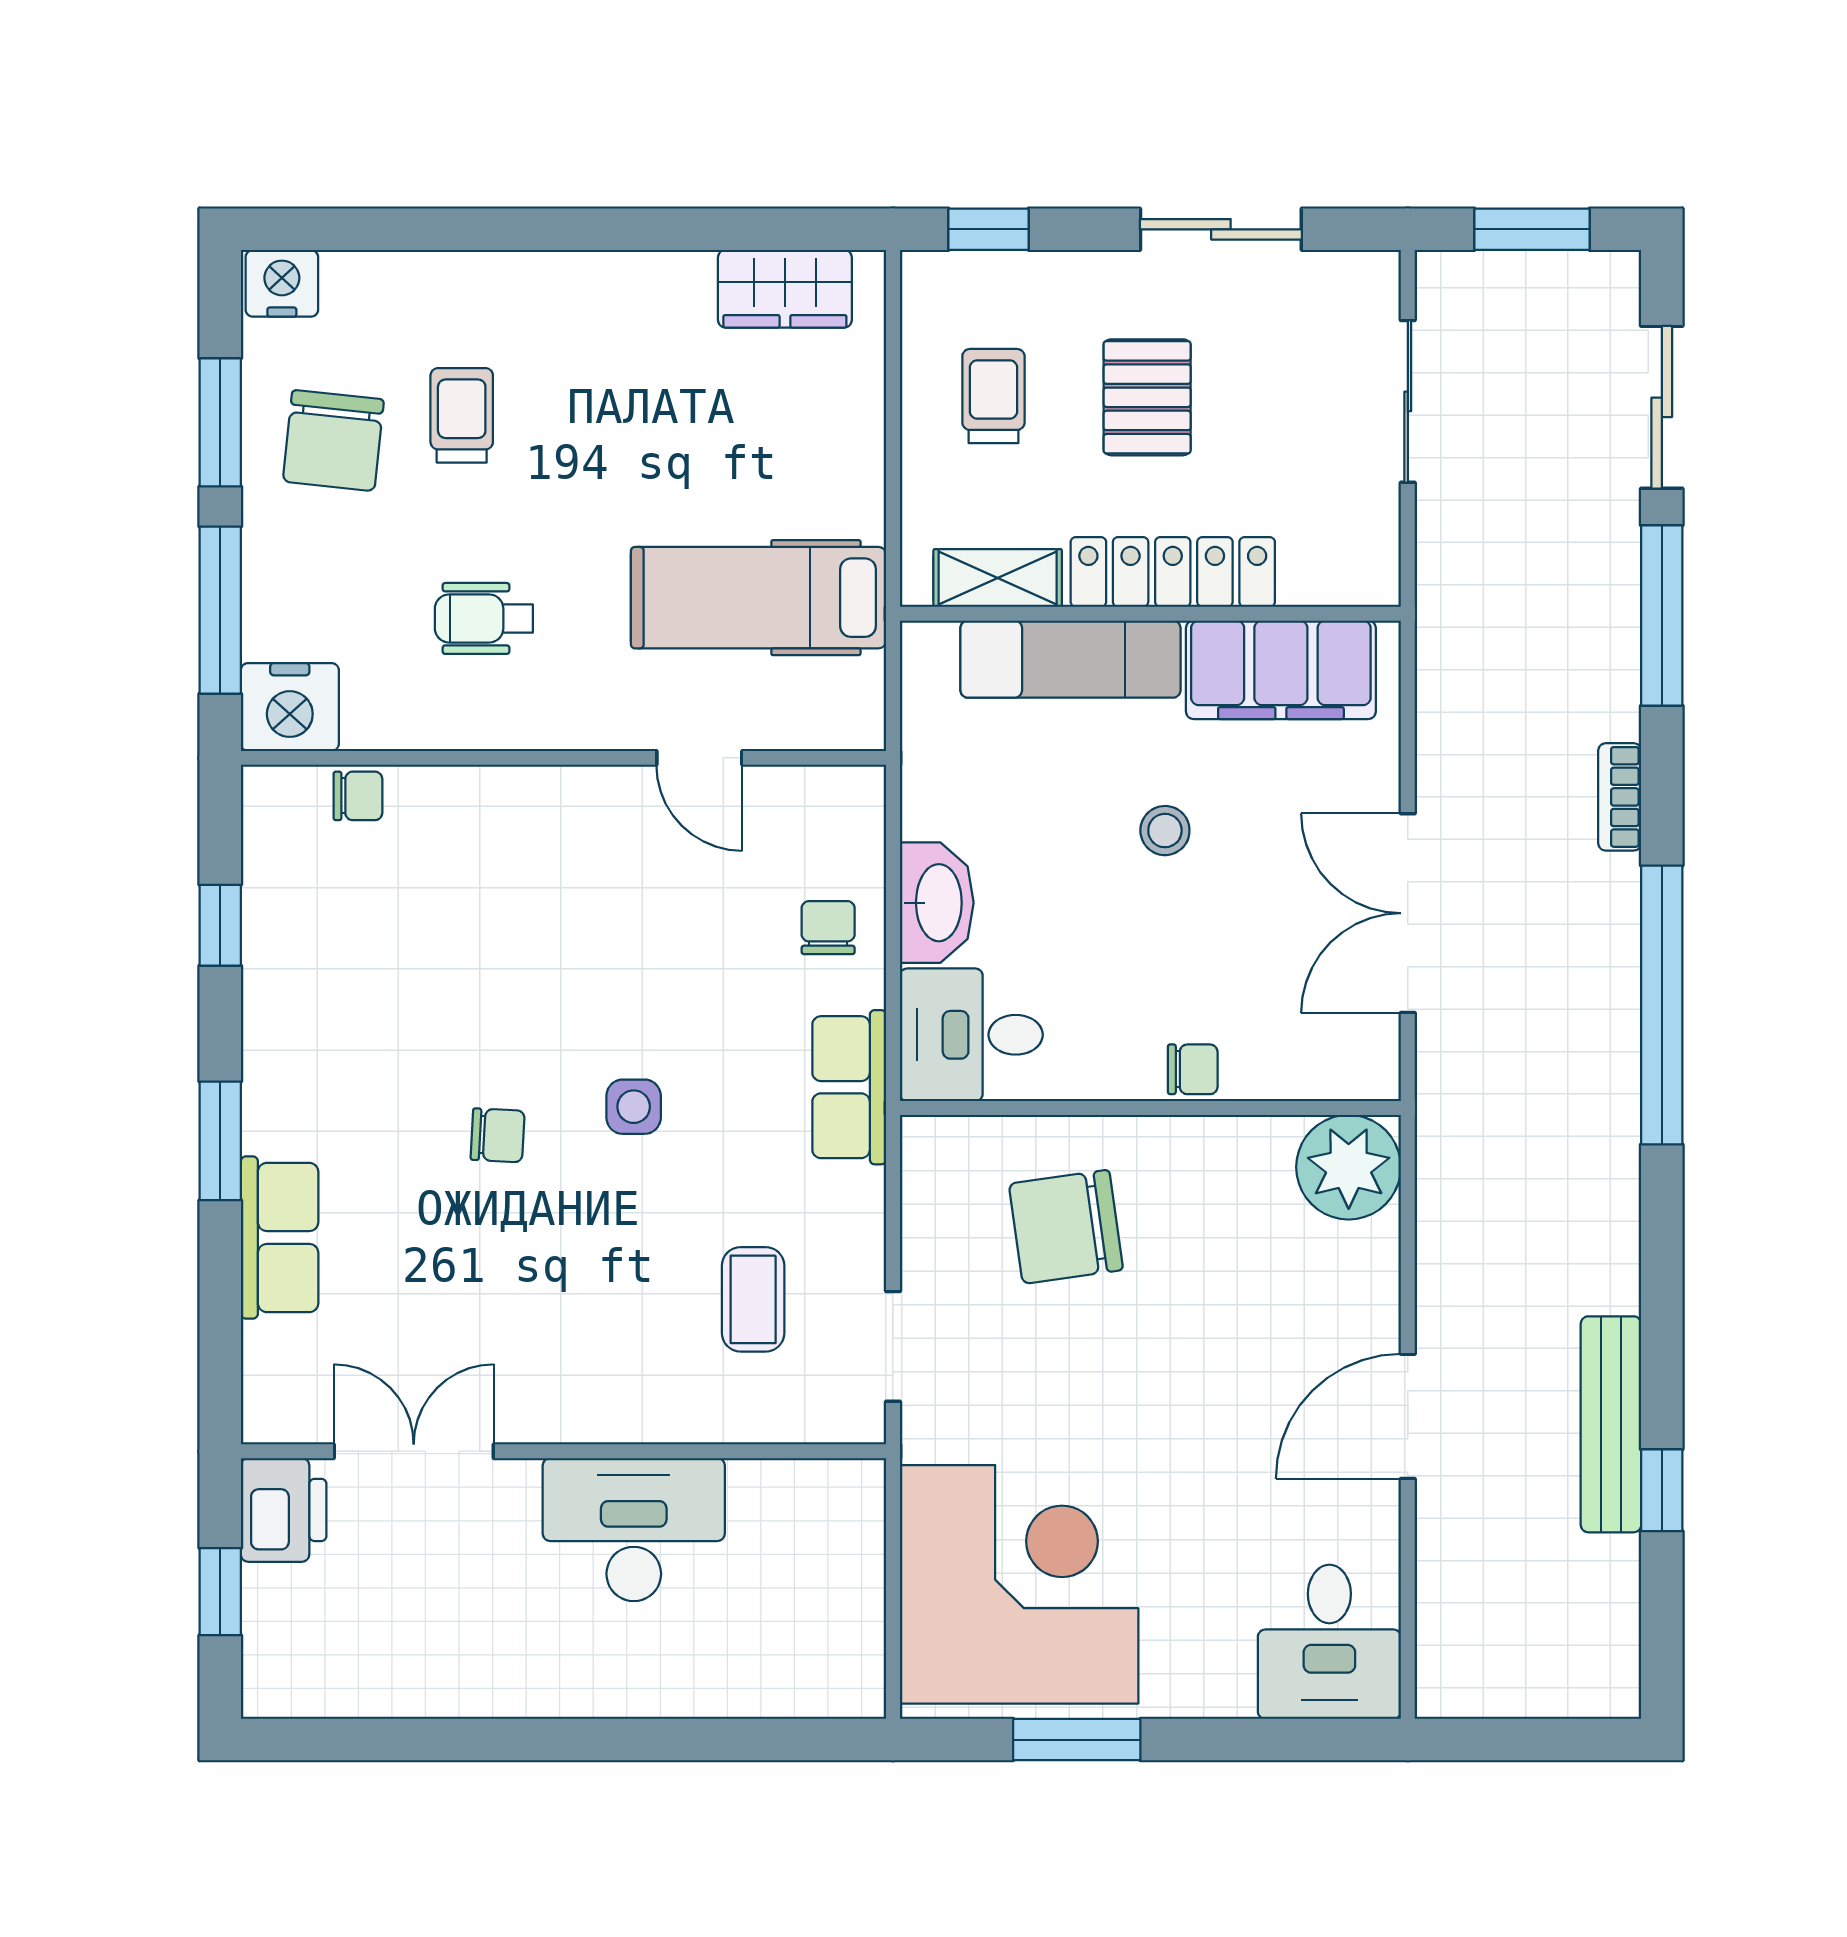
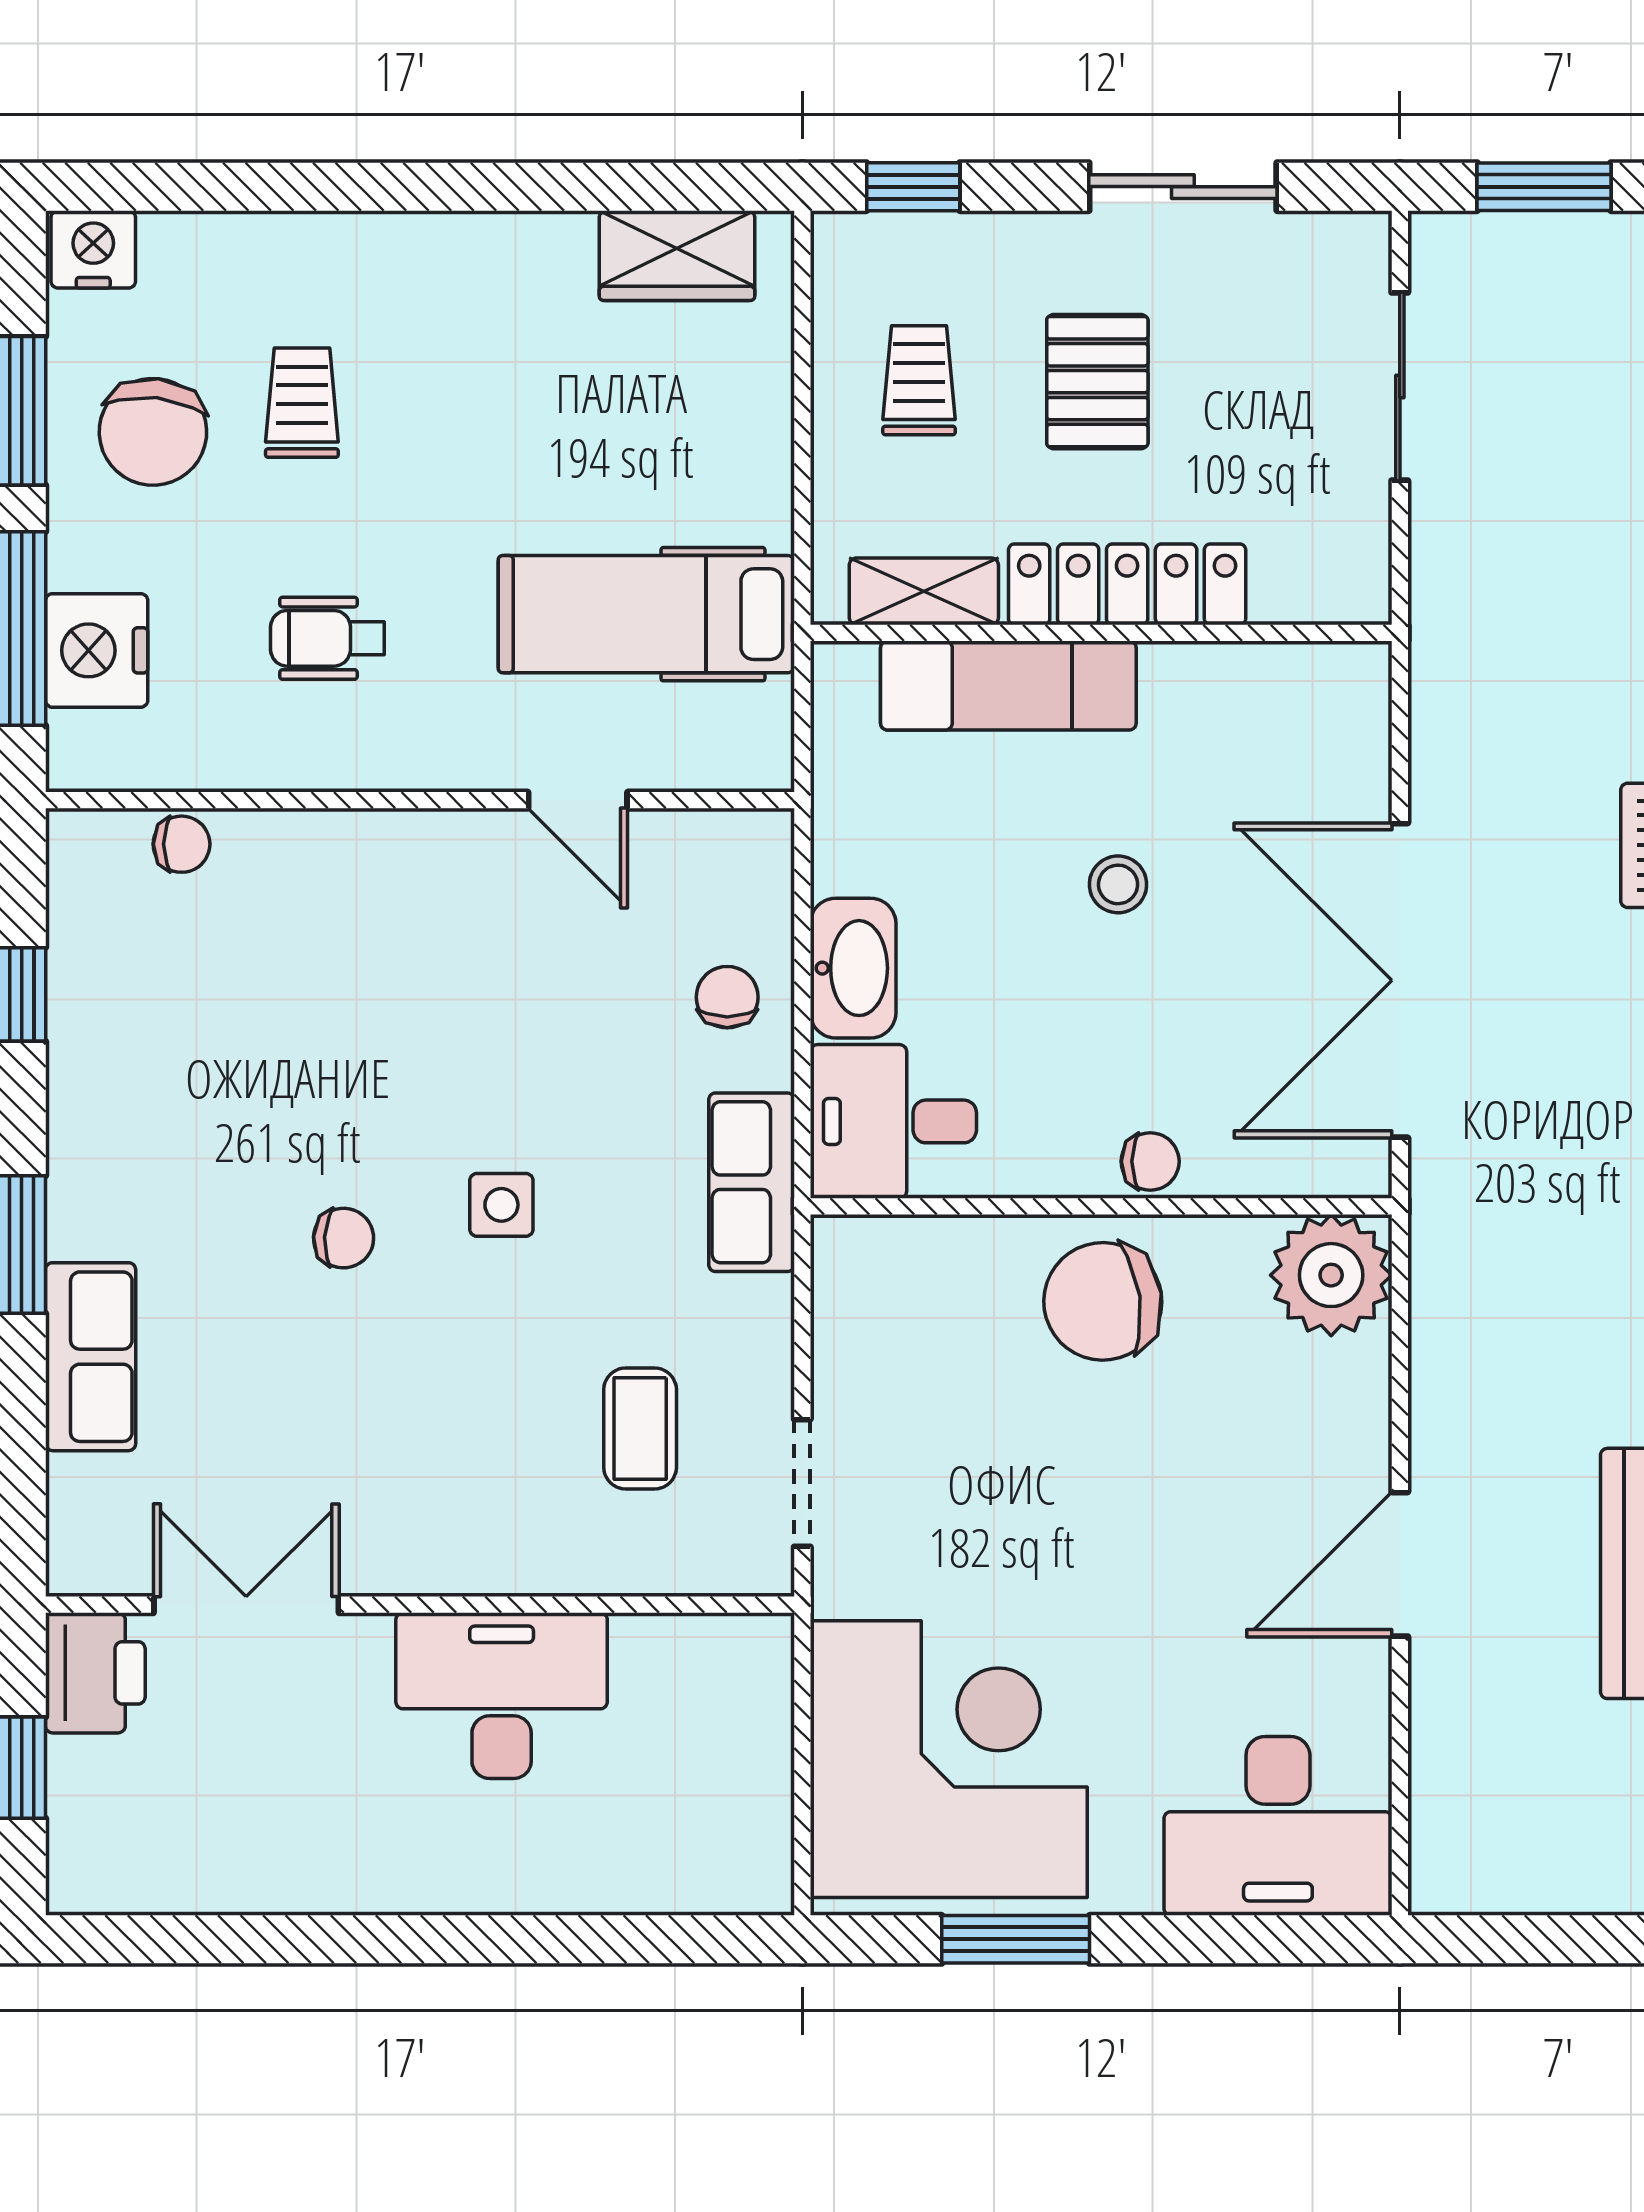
filing cabinet: (1281, 670) -> (1253, 698), removed
nightstand: (290, 707) -> (97, 650), moved, turned 90
double door: (1408, 913) -> (1400, 980), width x1.36
chair: (1066, 1227) -> (1103, 1301), moved
desk: (1329, 1642) -> (1278, 1826), width x1.37

